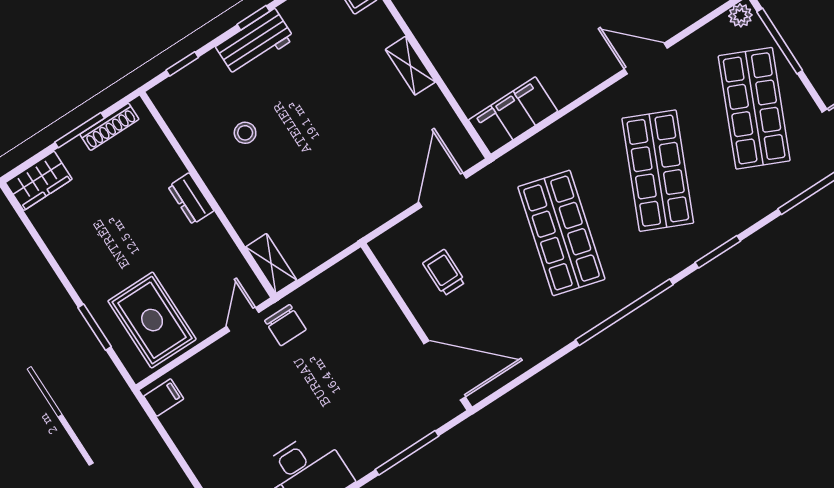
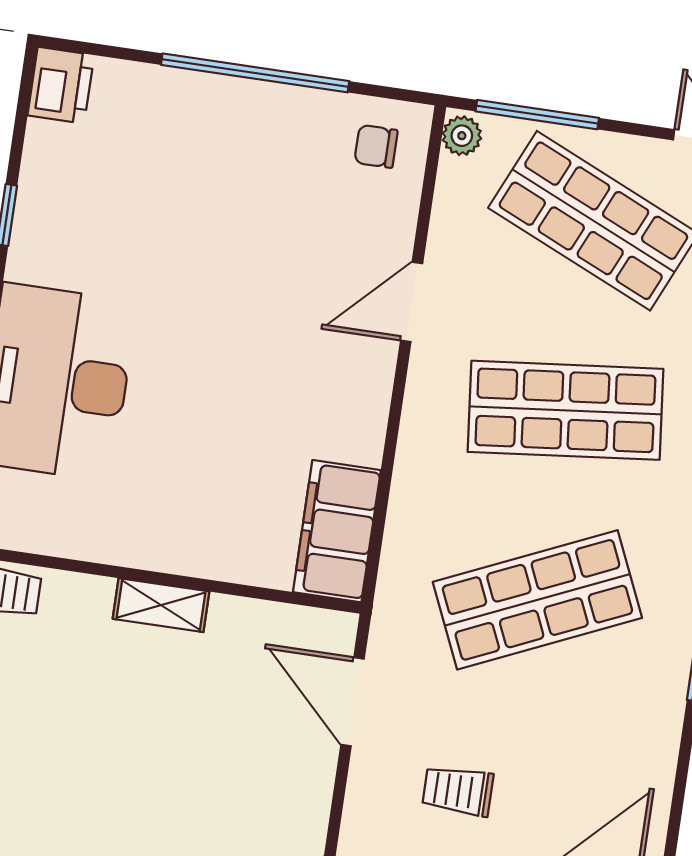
shop shelf: (658, 171) -> (565, 410), turned -30
shop shelf: (561, 233) -> (537, 600), turned -39

